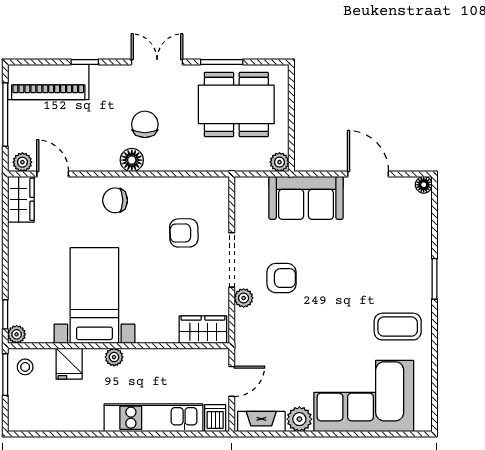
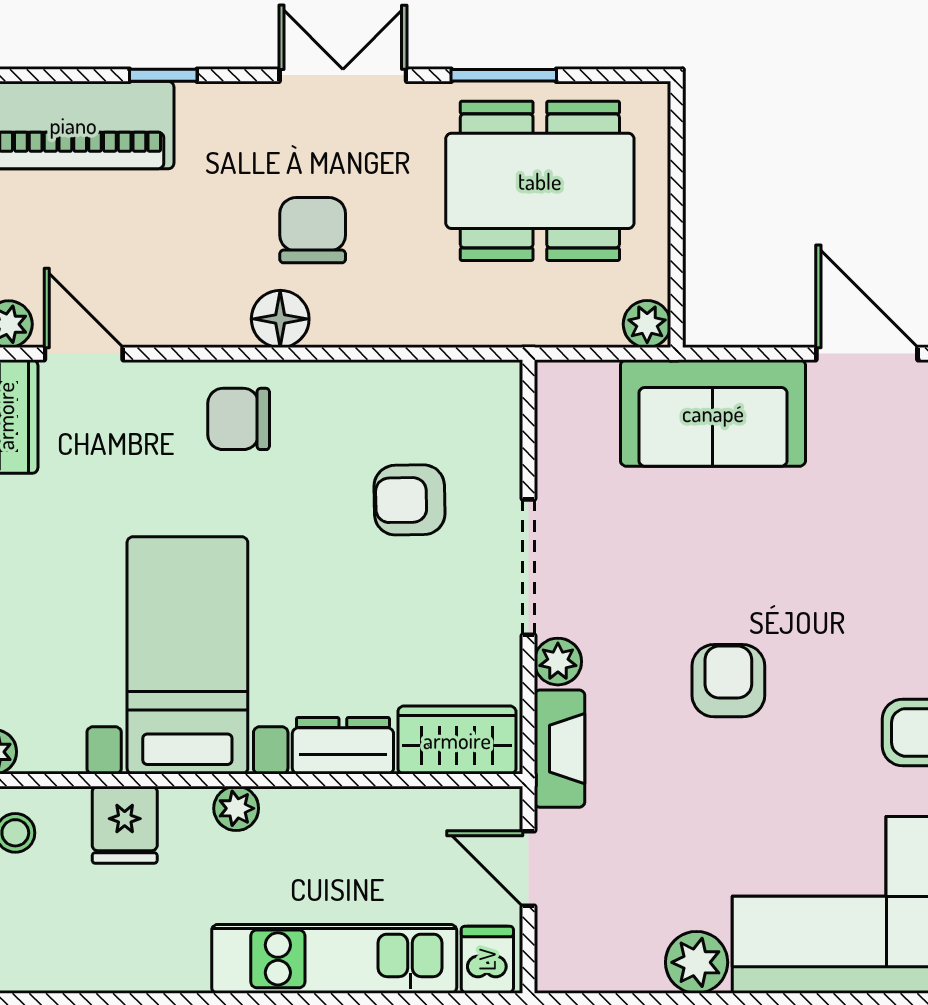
armchair: (281, 278) -> (728, 681), moved, turned -90
dresser: (157, 332) -> (343, 746), added
door: (232, 381) -> (529, 868), swing flipped
fireplace: (261, 421) -> (560, 749), moved, turned 90

